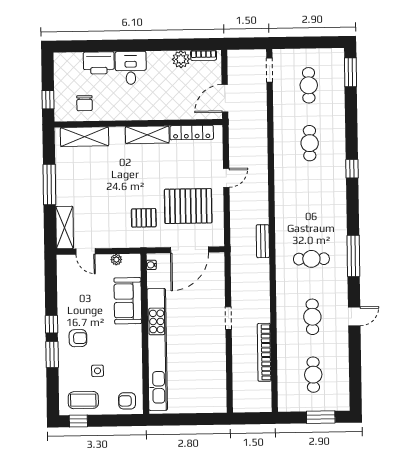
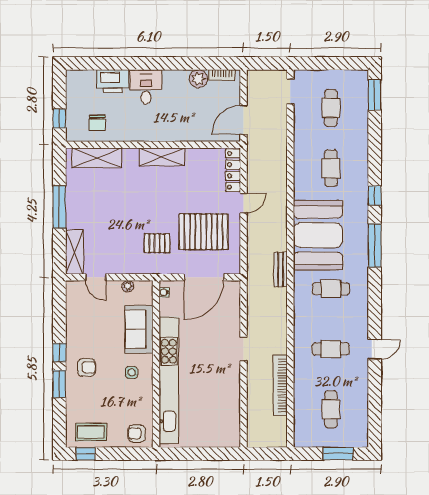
locker: (192, 133) -> (233, 170), moved, turned 90
booth: (298, 208) -> (318, 235), added
window: (353, 256) -> (375, 245), moved
cafe table: (312, 317) -> (331, 349), turned 90
side table: (98, 371) -> (132, 372), moved

